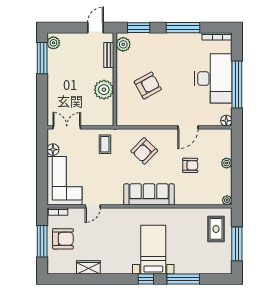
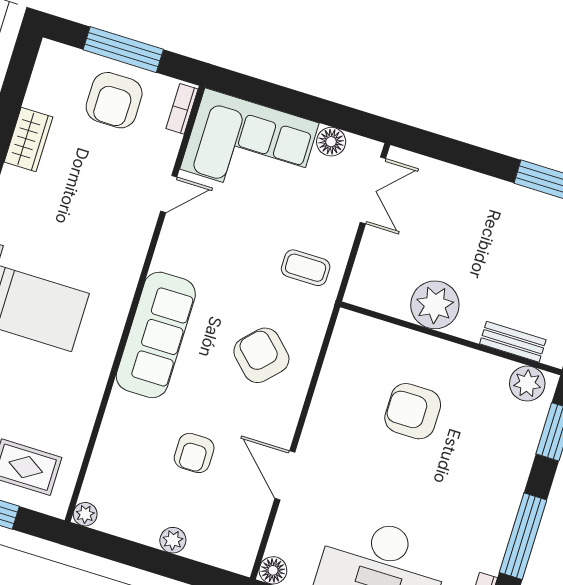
armchair: (148, 85) -> (413, 411), turned 119
door: (93, 206) -> (169, 194), swing flipped

